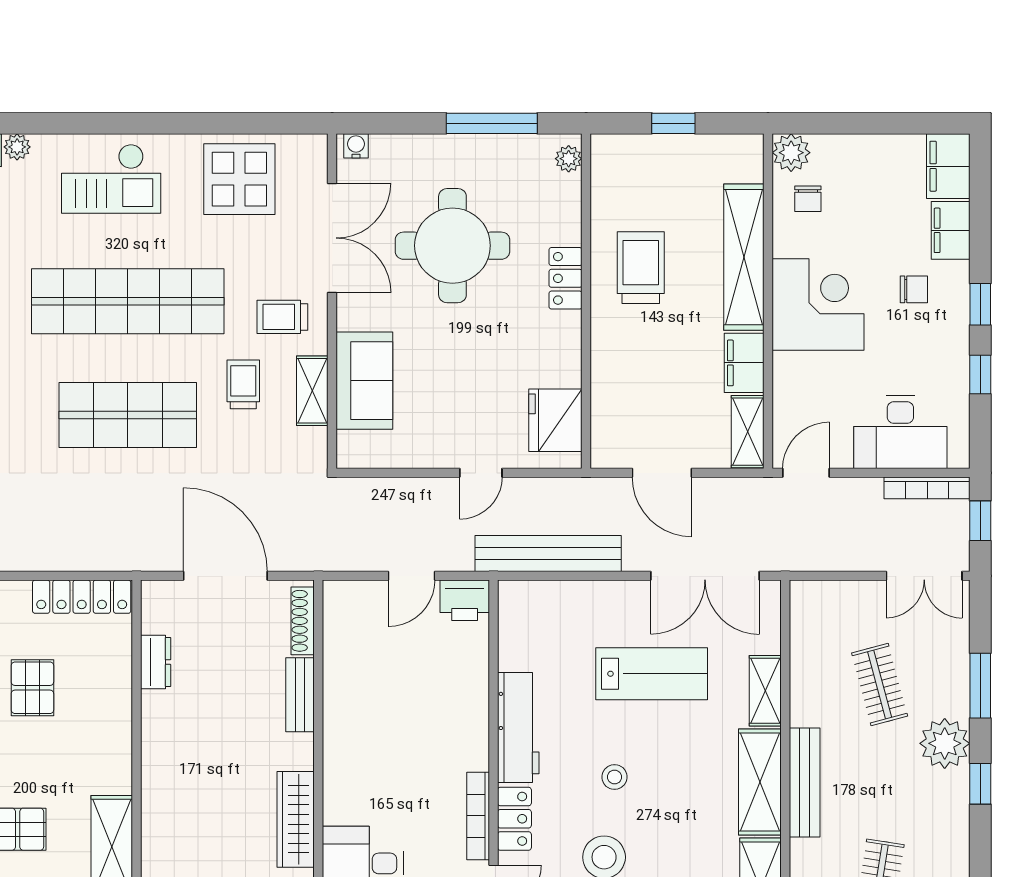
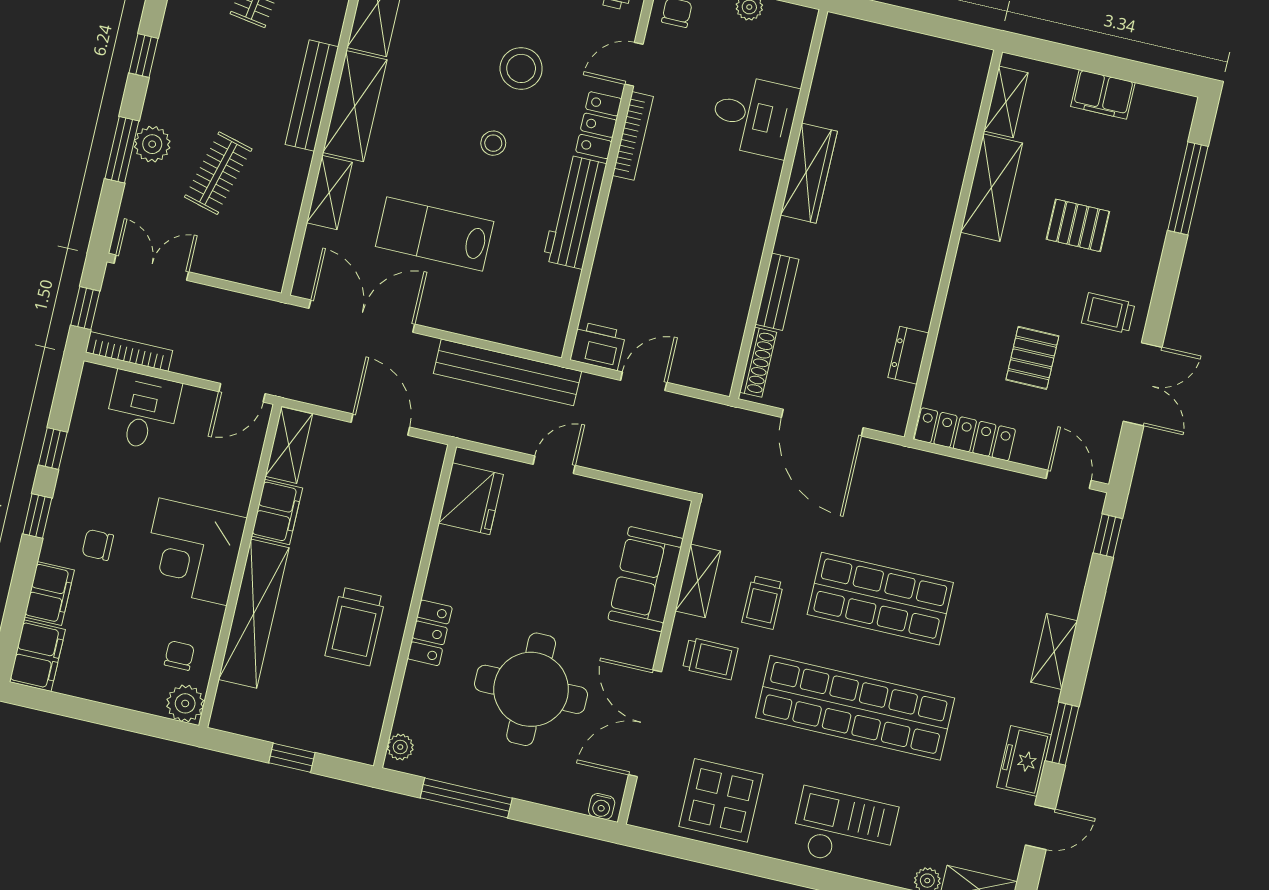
desk: (900, 432) -> (142, 411), width x0.73
clothes rail: (880, 685) -> (218, 173), turned 30
plant: (945, 743) -> (152, 144), moved, width x0.73, depth x0.73

